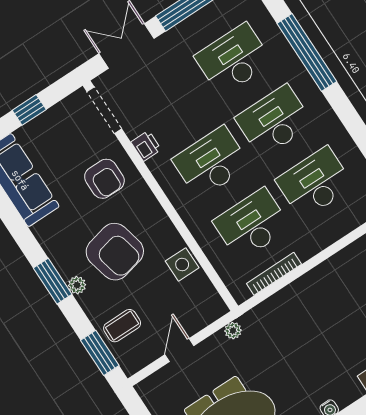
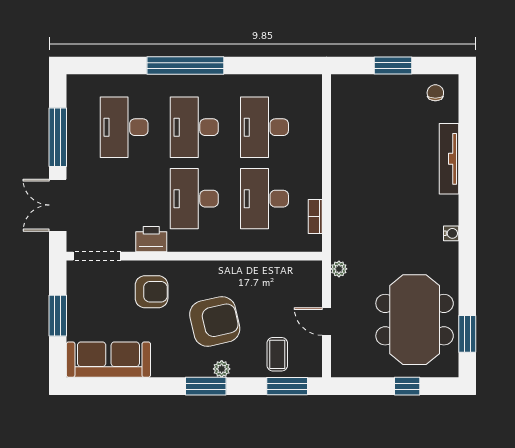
window: (307, 52) -> (185, 65), moved
window: (29, 110) -> (58, 316), width x1.50
printer: (146, 146) -> (151, 239), width x1.36, depth x1.24
side table: (182, 264) -> (260, 275), removed
bookcase: (274, 274) -> (315, 217), width x0.64

